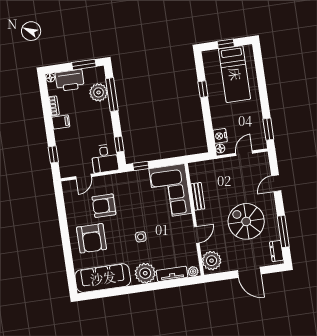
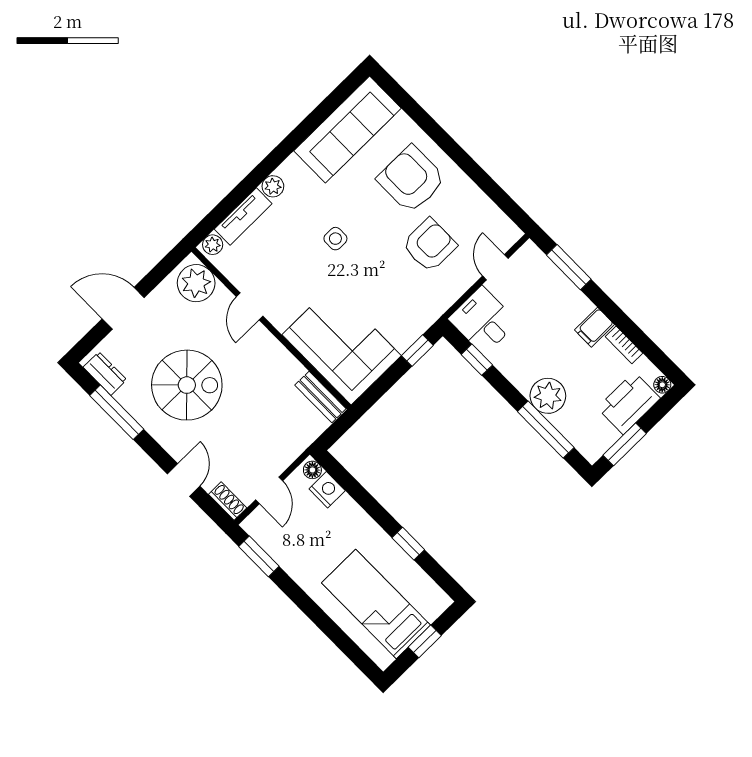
plant: (99, 92) -> (548, 396), moved
window: (53, 154) -> (569, 267), width x1.50
shoe rack: (265, 161) -> (228, 501), added
bench: (198, 196) -> (320, 397), moved
plant: (145, 273) -> (273, 186), width x0.53, depth x0.53

